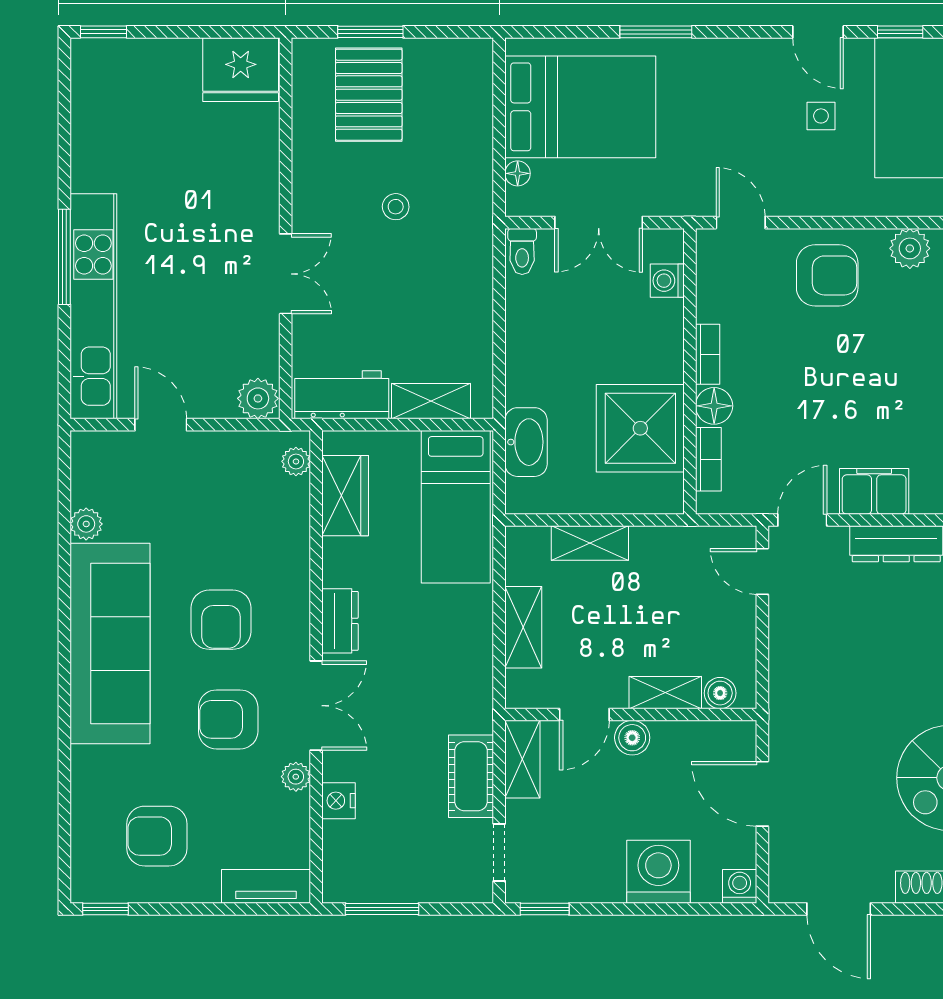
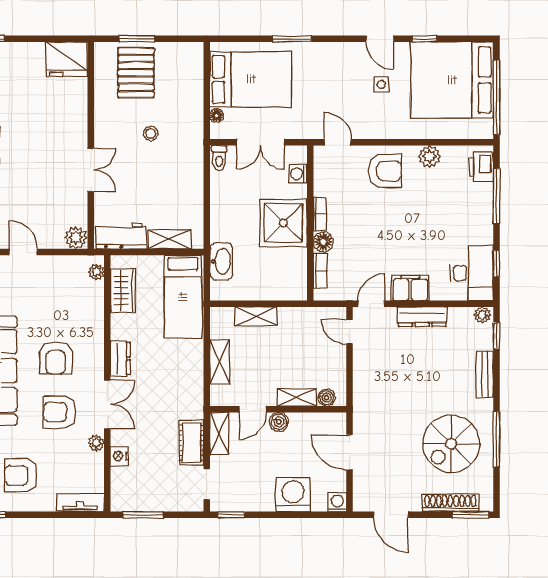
shower: (640, 428) -> (283, 223), moved

